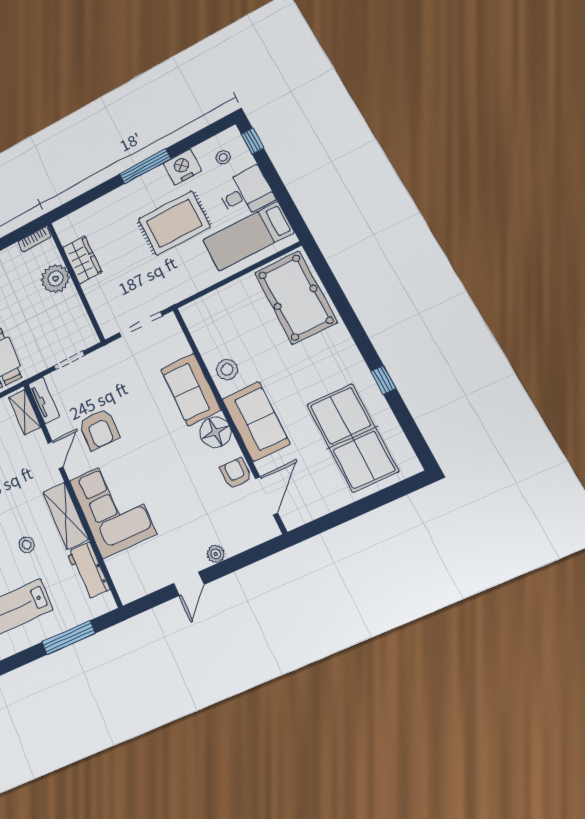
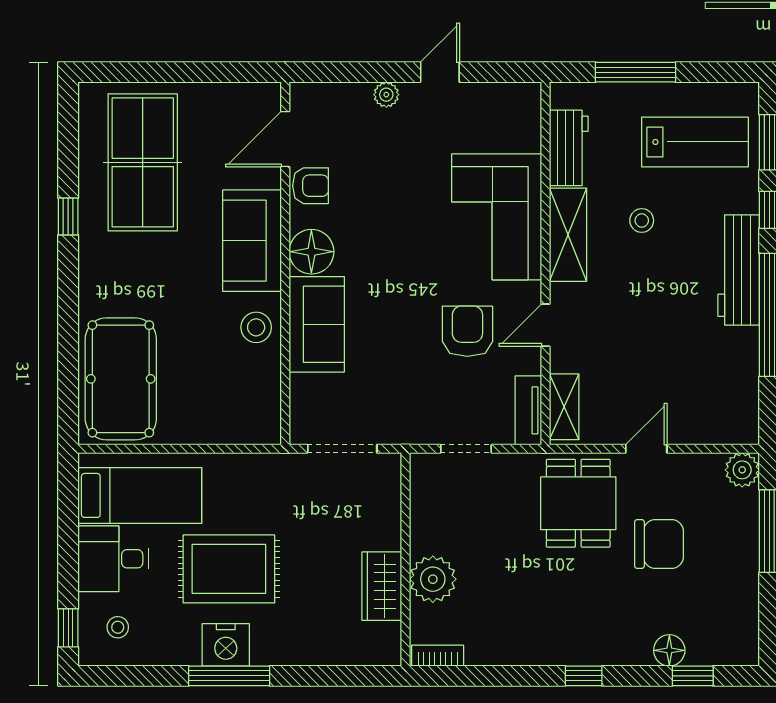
nightstand: (182, 167) -> (226, 645), moved
armchair: (236, 473) -> (311, 186), turned -90

